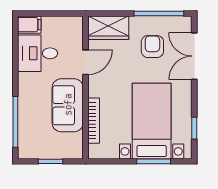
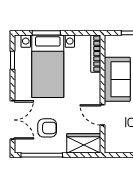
armchair: (152, 47) -> (47, 128), turned -90
door: (85, 62) -> (103, 115), hinge flipped
bookcase: (94, 121) -> (96, 54), moved

